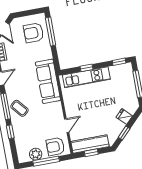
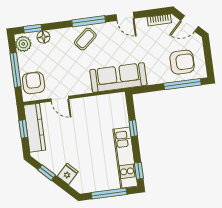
armchair: (34, 33) -> (182, 62), turned 90
kitchen unit: (86, 77) -> (125, 158), moved
window: (10, 132) -> (33, 29), moved
floor lamp: (20, 141) -> (43, 37), added
plant: (36, 154) -> (23, 44), moved

